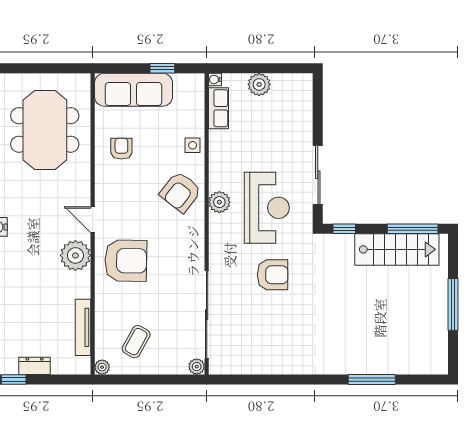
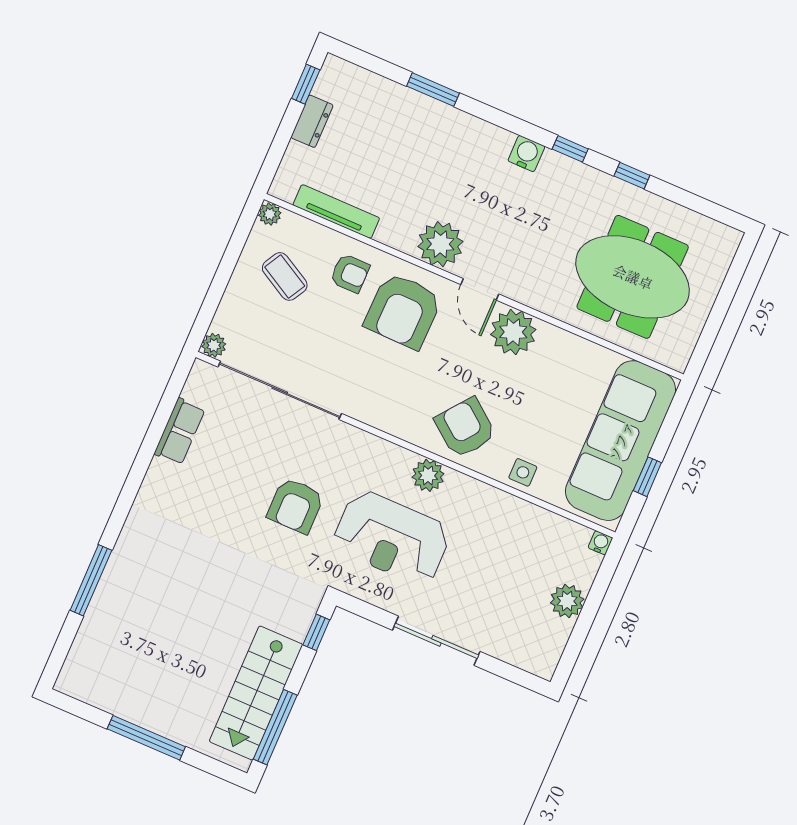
sofa: (133, 90) -> (621, 441), width x1.36, depth x1.27
row of seats: (218, 108) -> (180, 431), moved, turned -90
armchair: (121, 149) -> (350, 273), moved
sliding door: (318, 175) -> (436, 641), moved
plant: (110, 188) -> (513, 332), added
door: (93, 220) -> (480, 289), swing flipped

